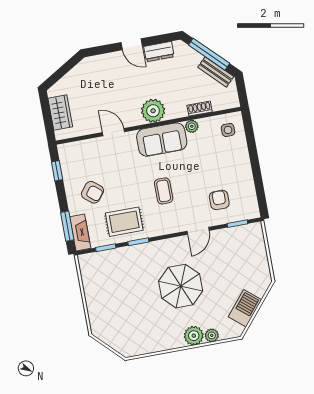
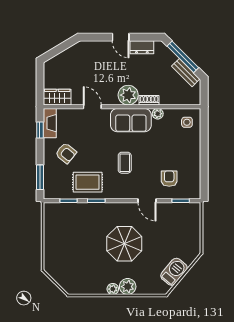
shoe rack: (200, 109) -> (149, 100), moved
wardrobe: (60, 112) -> (57, 97), moved, turned -90
door: (198, 231) -> (147, 201), hinge flipped
fireplace: (80, 232) -> (50, 123), moved
plant: (212, 335) -> (113, 289), moved

